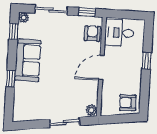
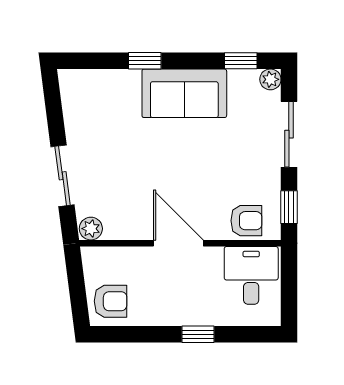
armchair: (128, 103) -> (111, 301), turned 92

